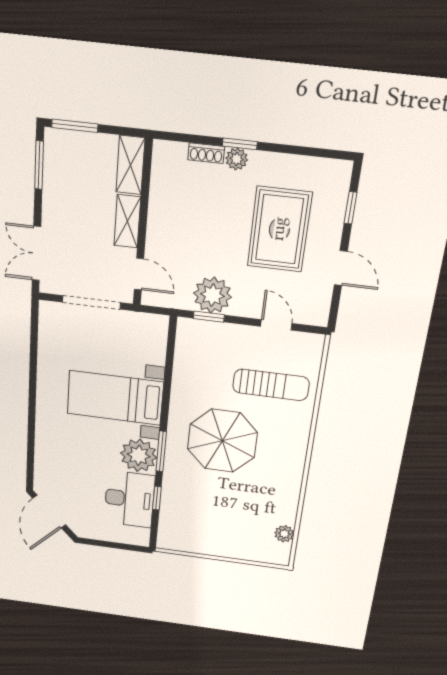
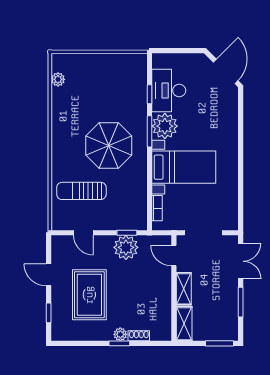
window: (39, 165) -> (241, 302), moved
bookcase: (159, 346) -> (157, 208), added

